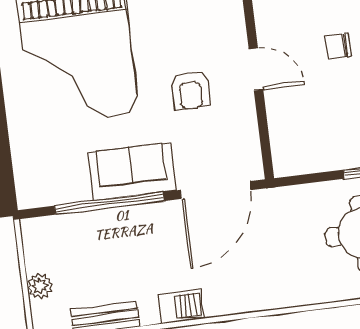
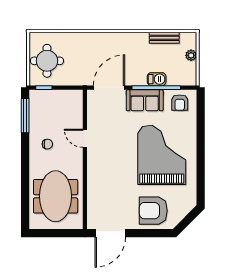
armchair: (190, 90) -> (180, 103), moved, turned 180
barbecue: (182, 306) -> (157, 79), moved, turned 180

